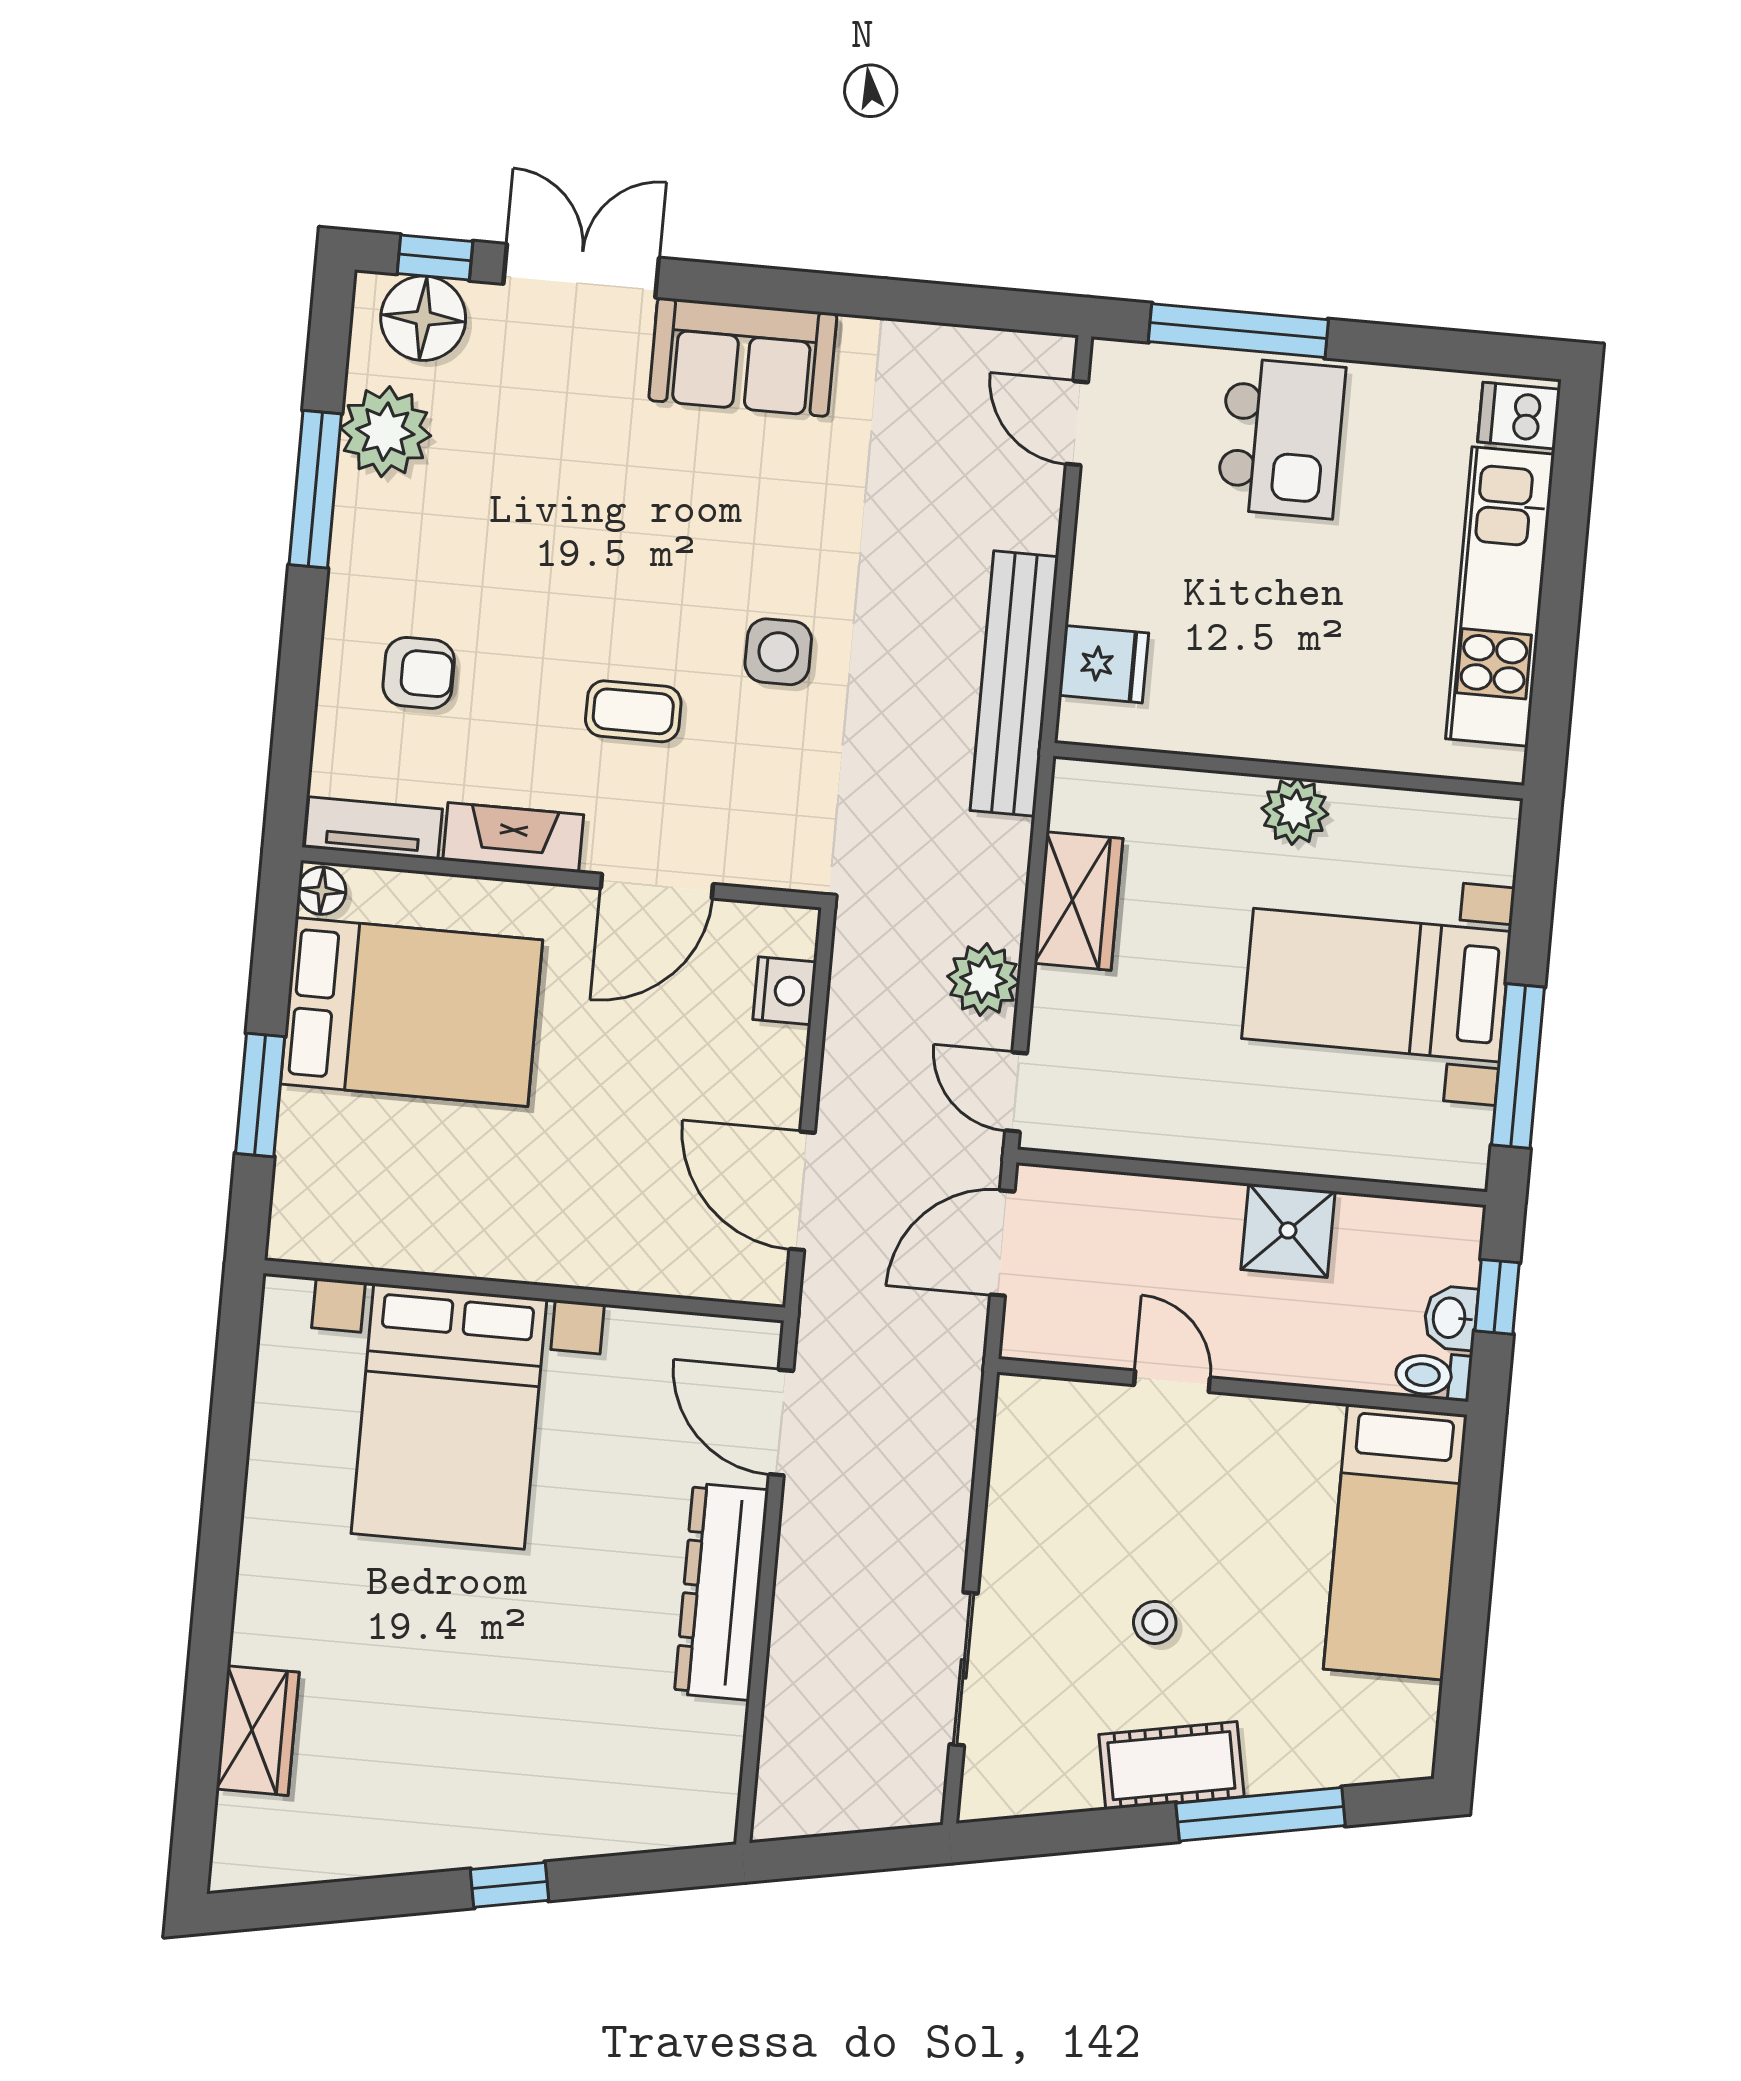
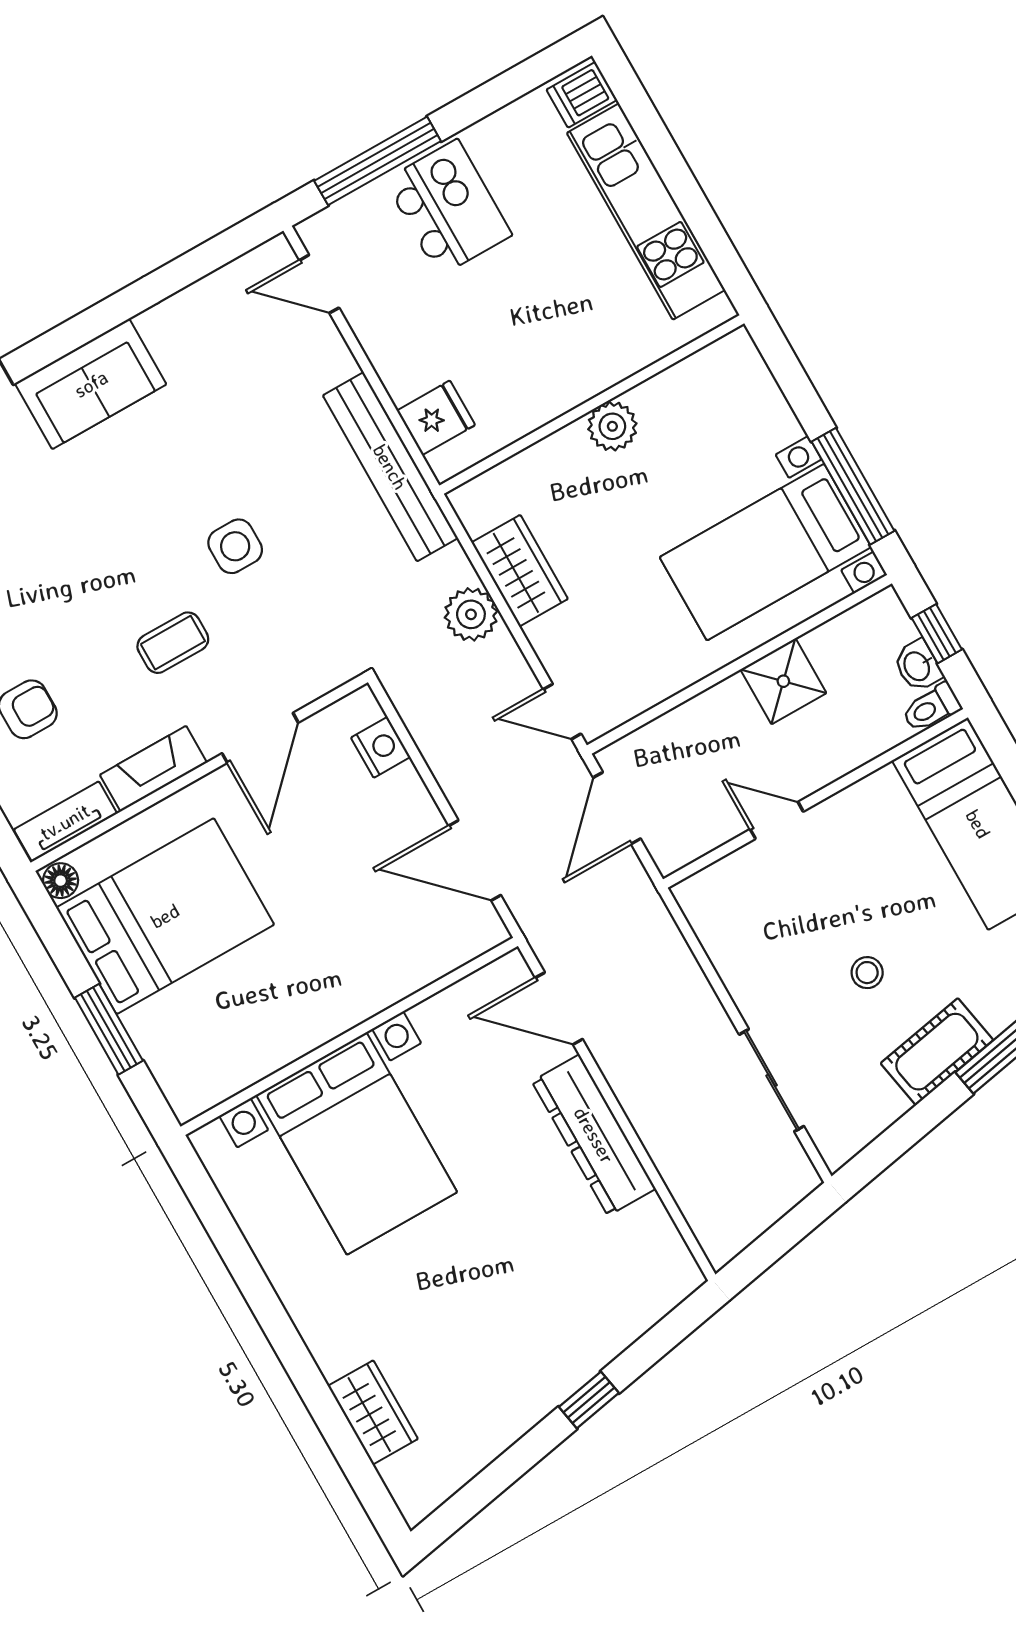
plant: (984, 979) -> (471, 614), moved
bed with nightstands: (1376, 985) -> (765, 552), moved

